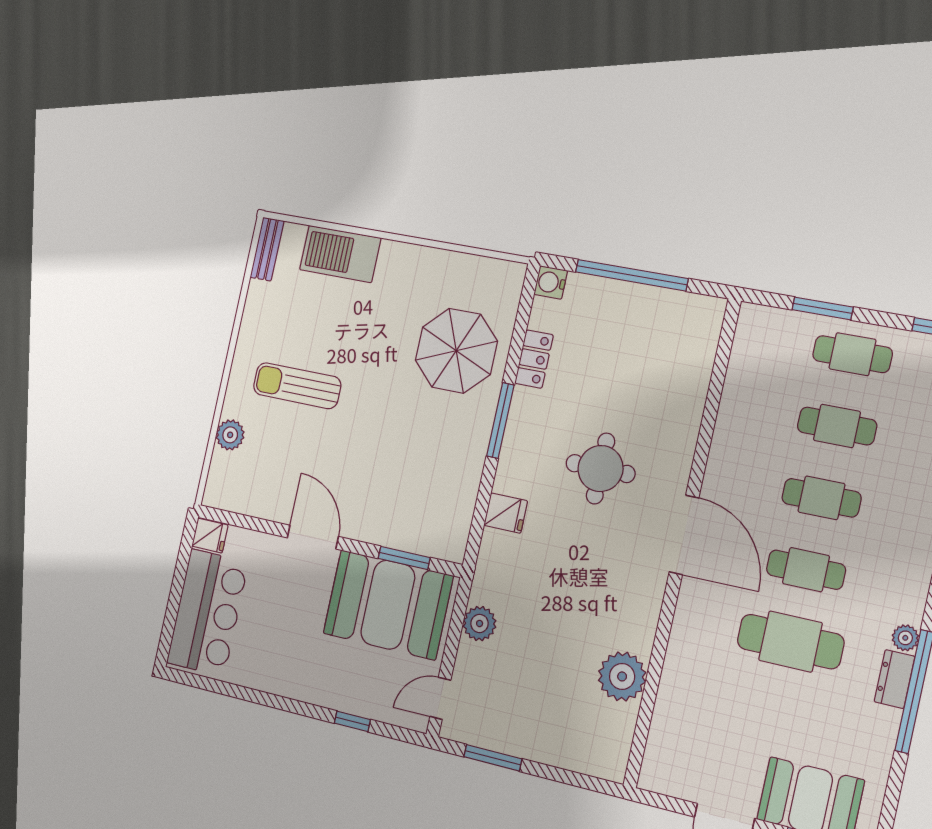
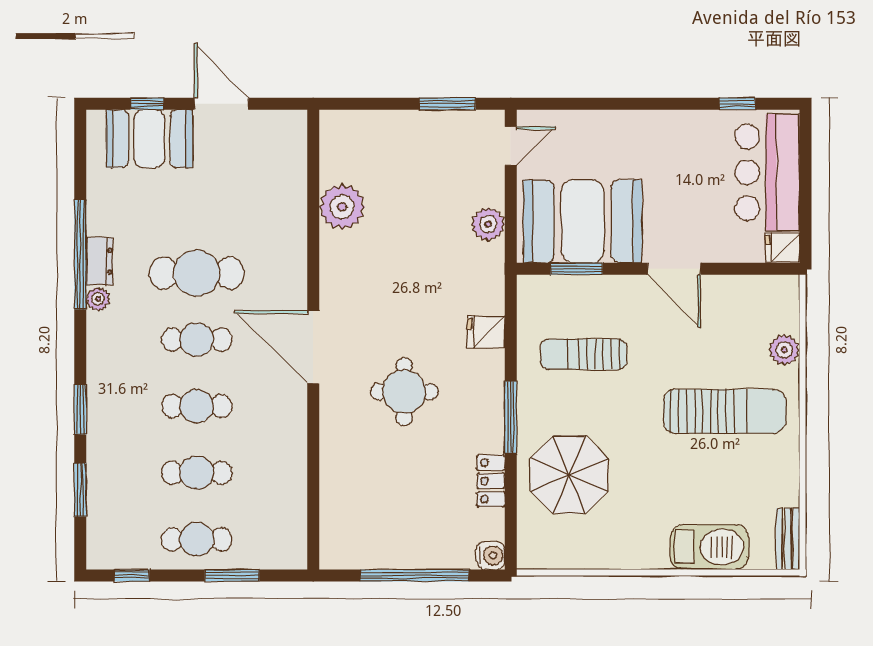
sun lounger: (297, 386) -> (725, 411), width x1.36, depth x1.34
sun lounger: (416, 470) -> (584, 354), added
window: (352, 721) -> (737, 104), moved

